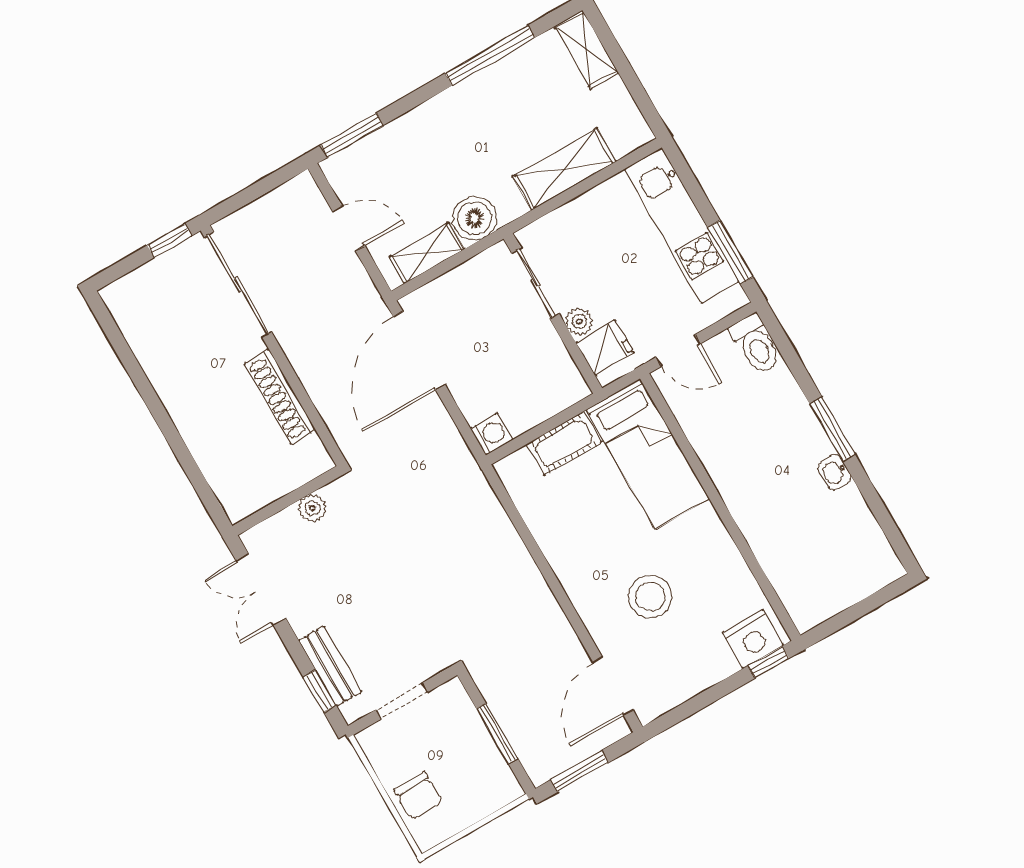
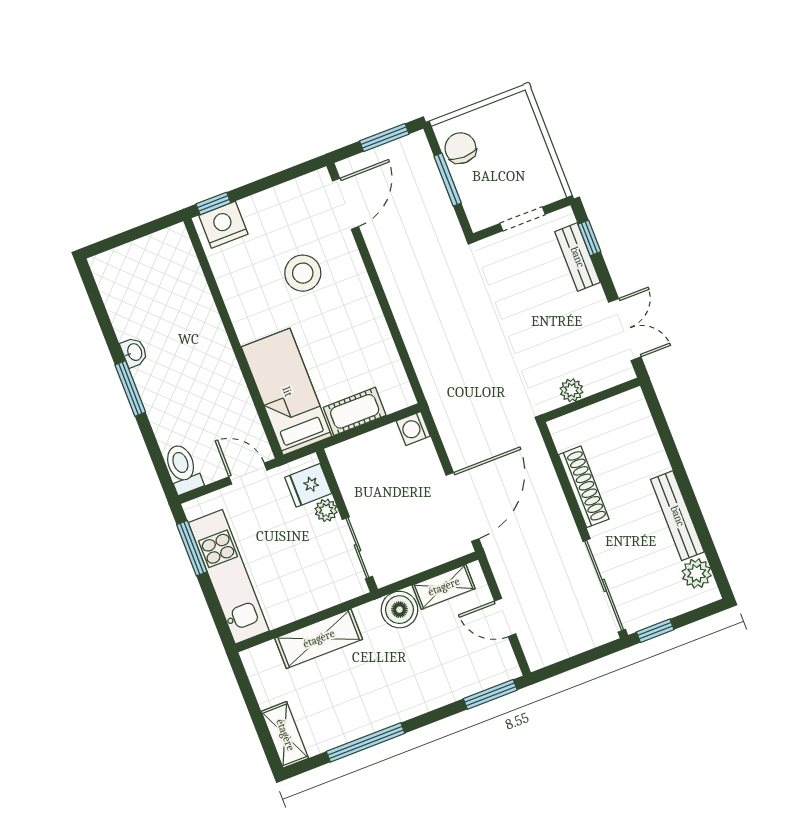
plant: (131, 316) -> (697, 573), added
bench: (165, 380) -> (677, 516), added
chair: (418, 796) -> (460, 148), moved

